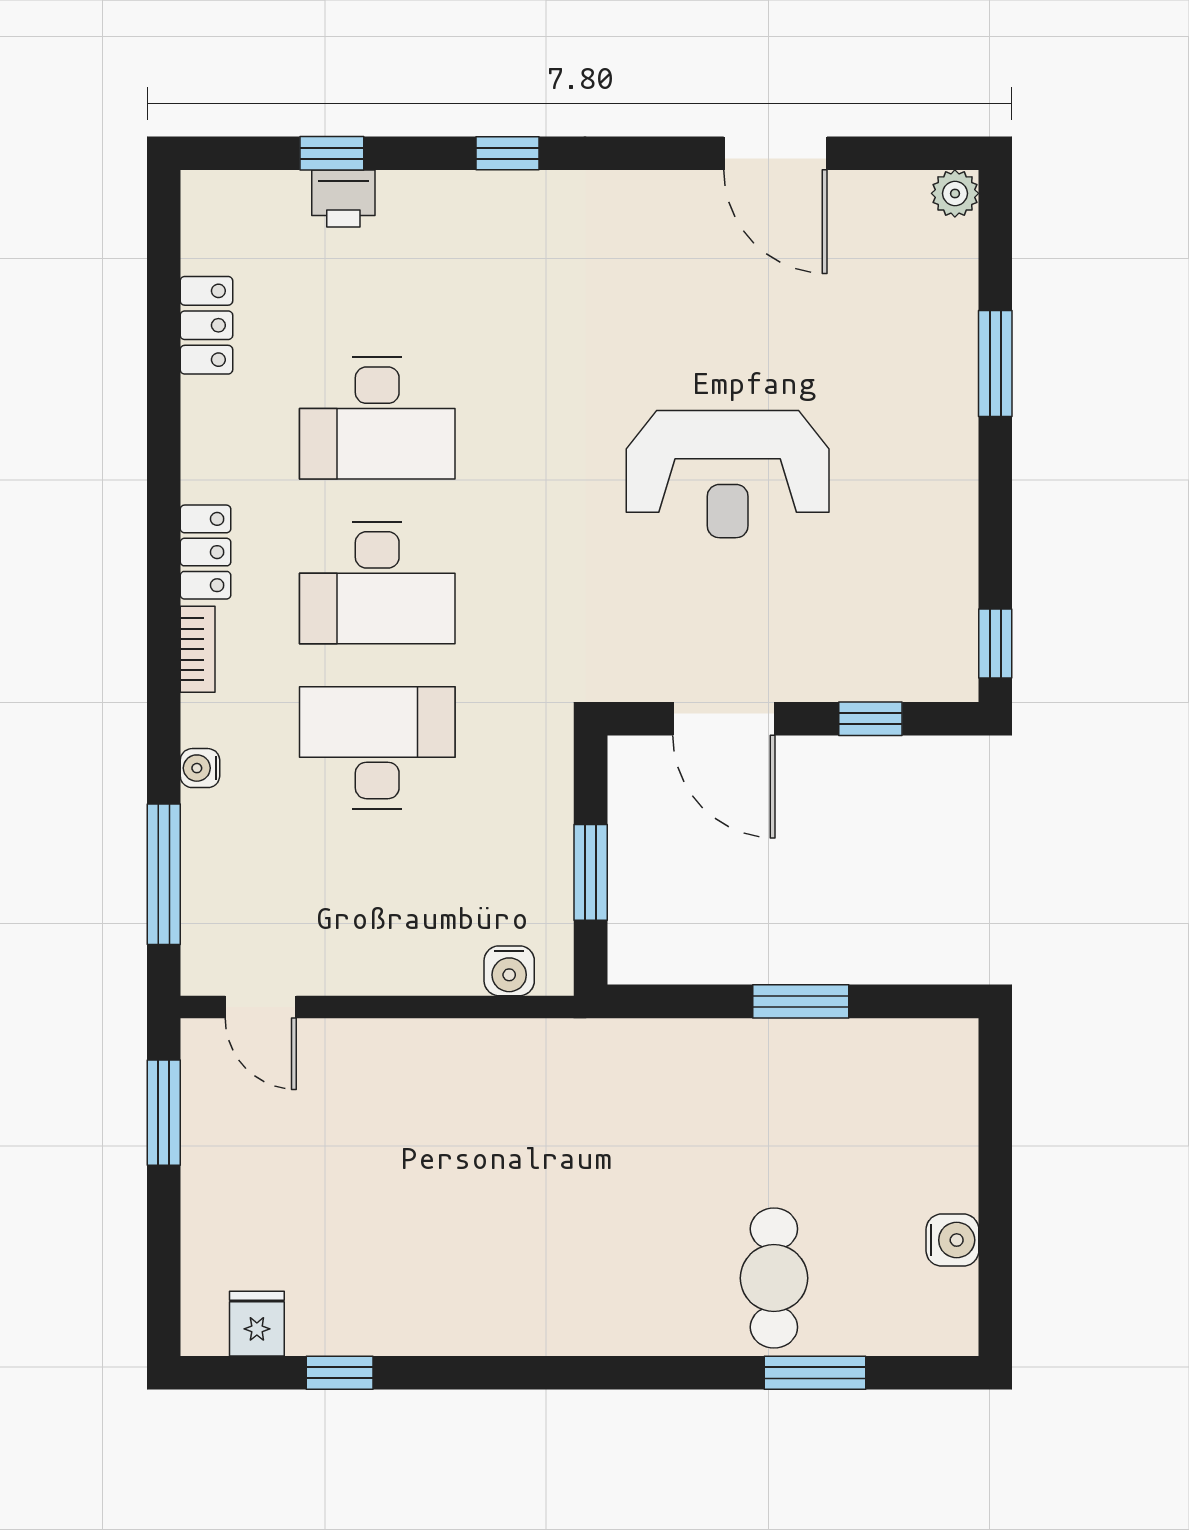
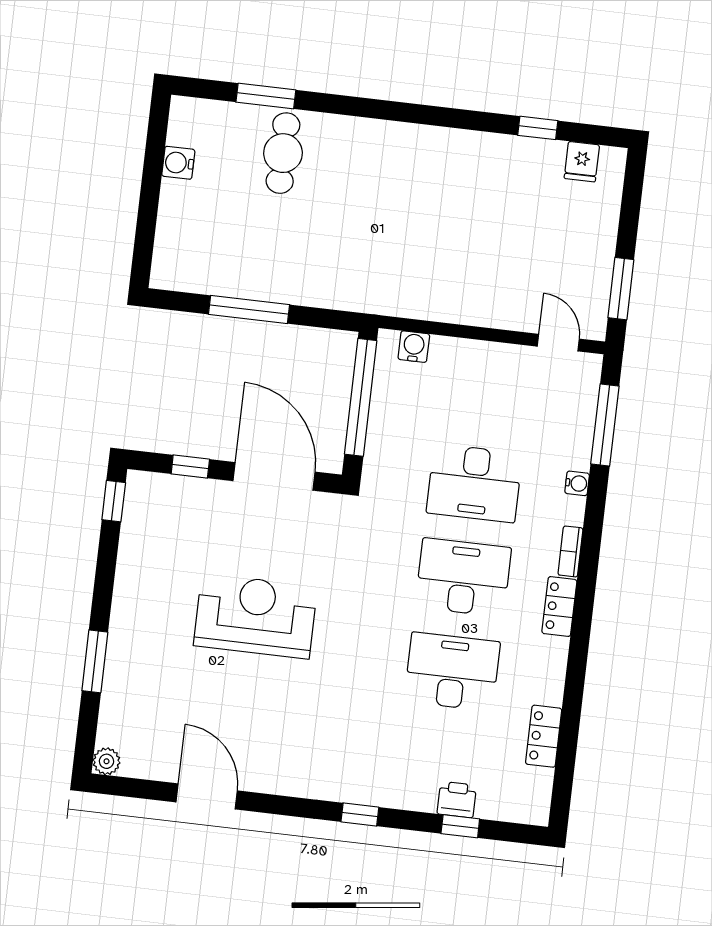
door: (724, 719) -> (274, 476), width x1.36
window: (591, 872) -> (361, 397), width x2.11
window: (801, 1001) -> (249, 309), width x1.44

